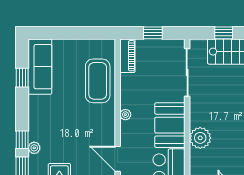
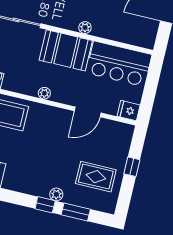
plant: (200, 138) -> (85, 28), width x0.53, depth x0.53

